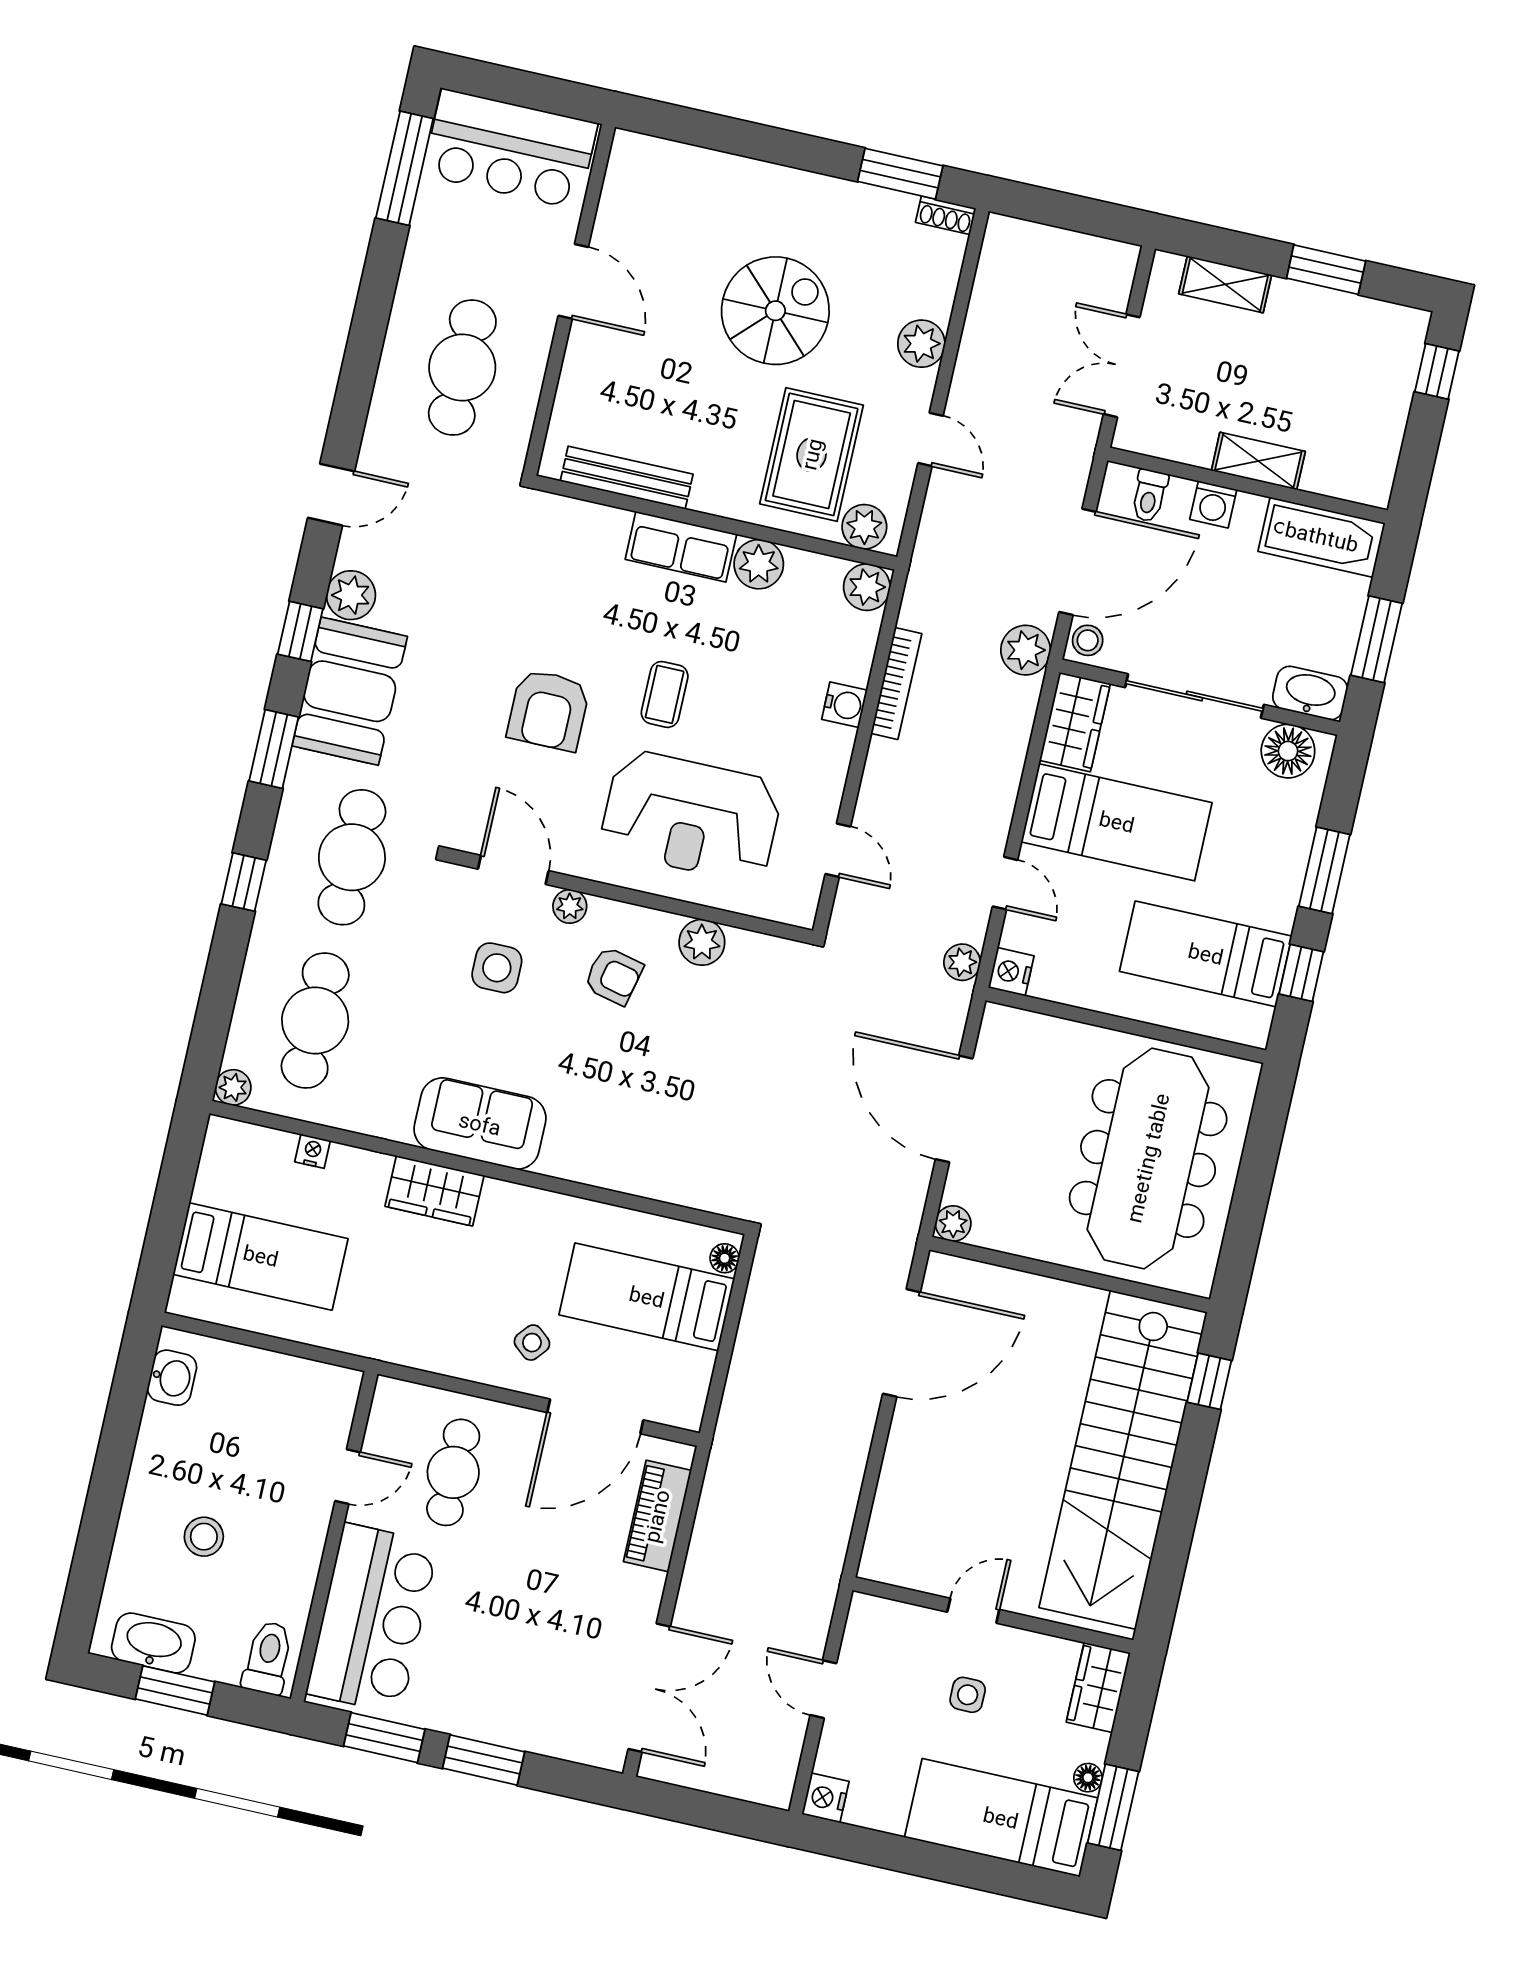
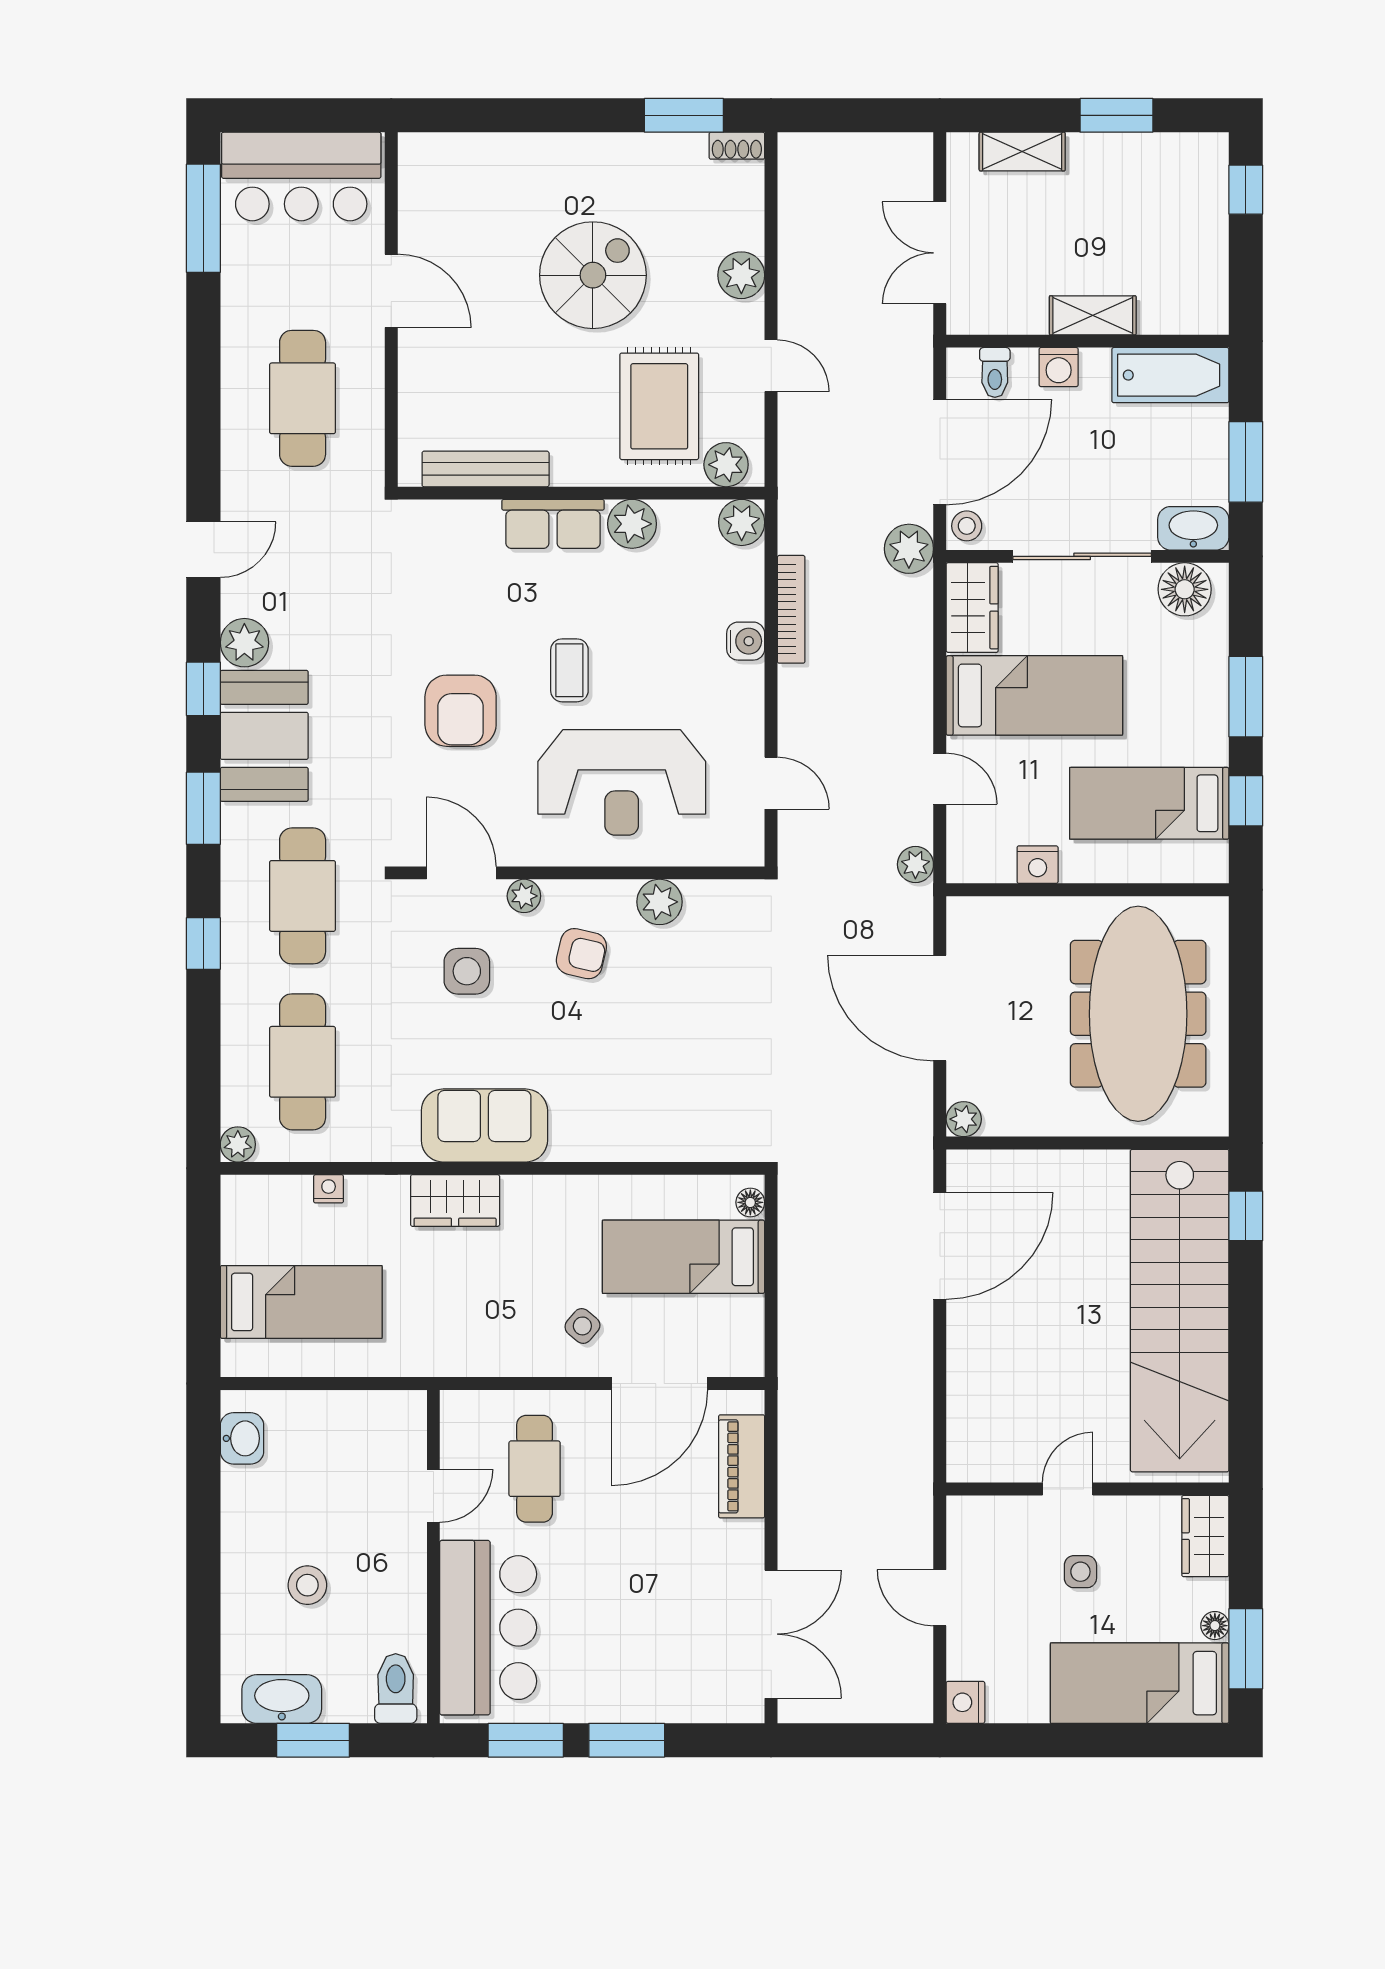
nightstand: (1011, 972) -> (1038, 865), moved, turned -90

